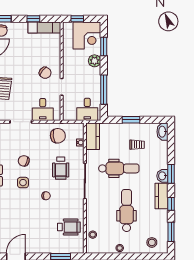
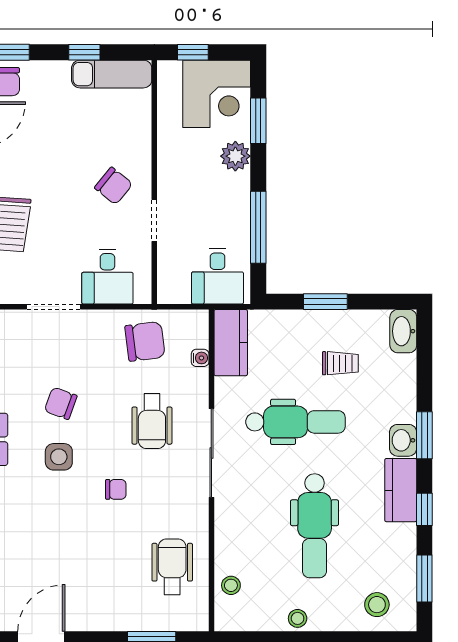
dental chair: (127, 210) -> (315, 526), turned 180
wheelchair: (69, 227) -> (172, 567), turned -90

